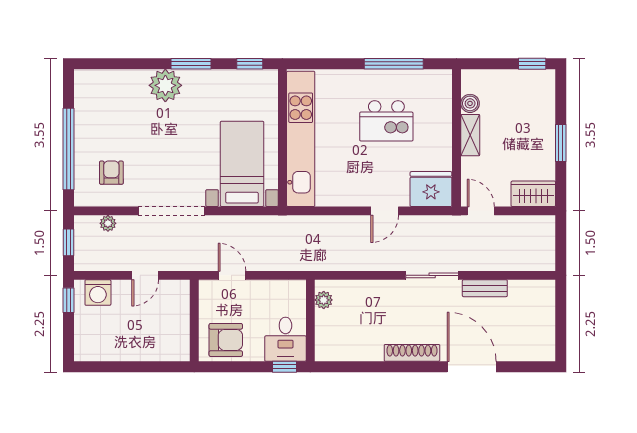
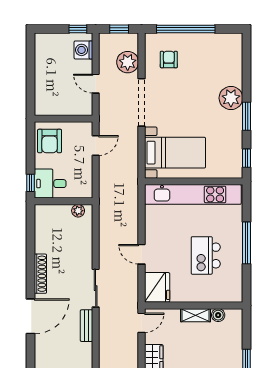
window: (394, 64) -> (246, 243), moved
armchair: (111, 173) -> (169, 60), turned -90
plant: (108, 223) -> (128, 62), width x1.87, depth x1.87

